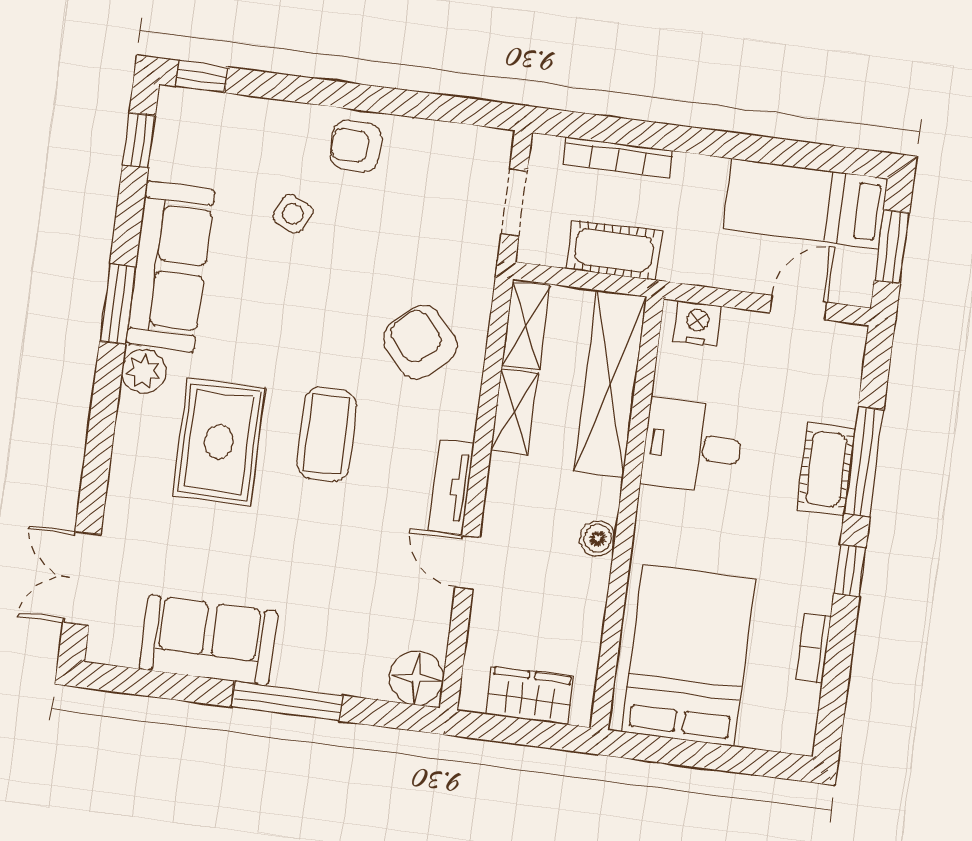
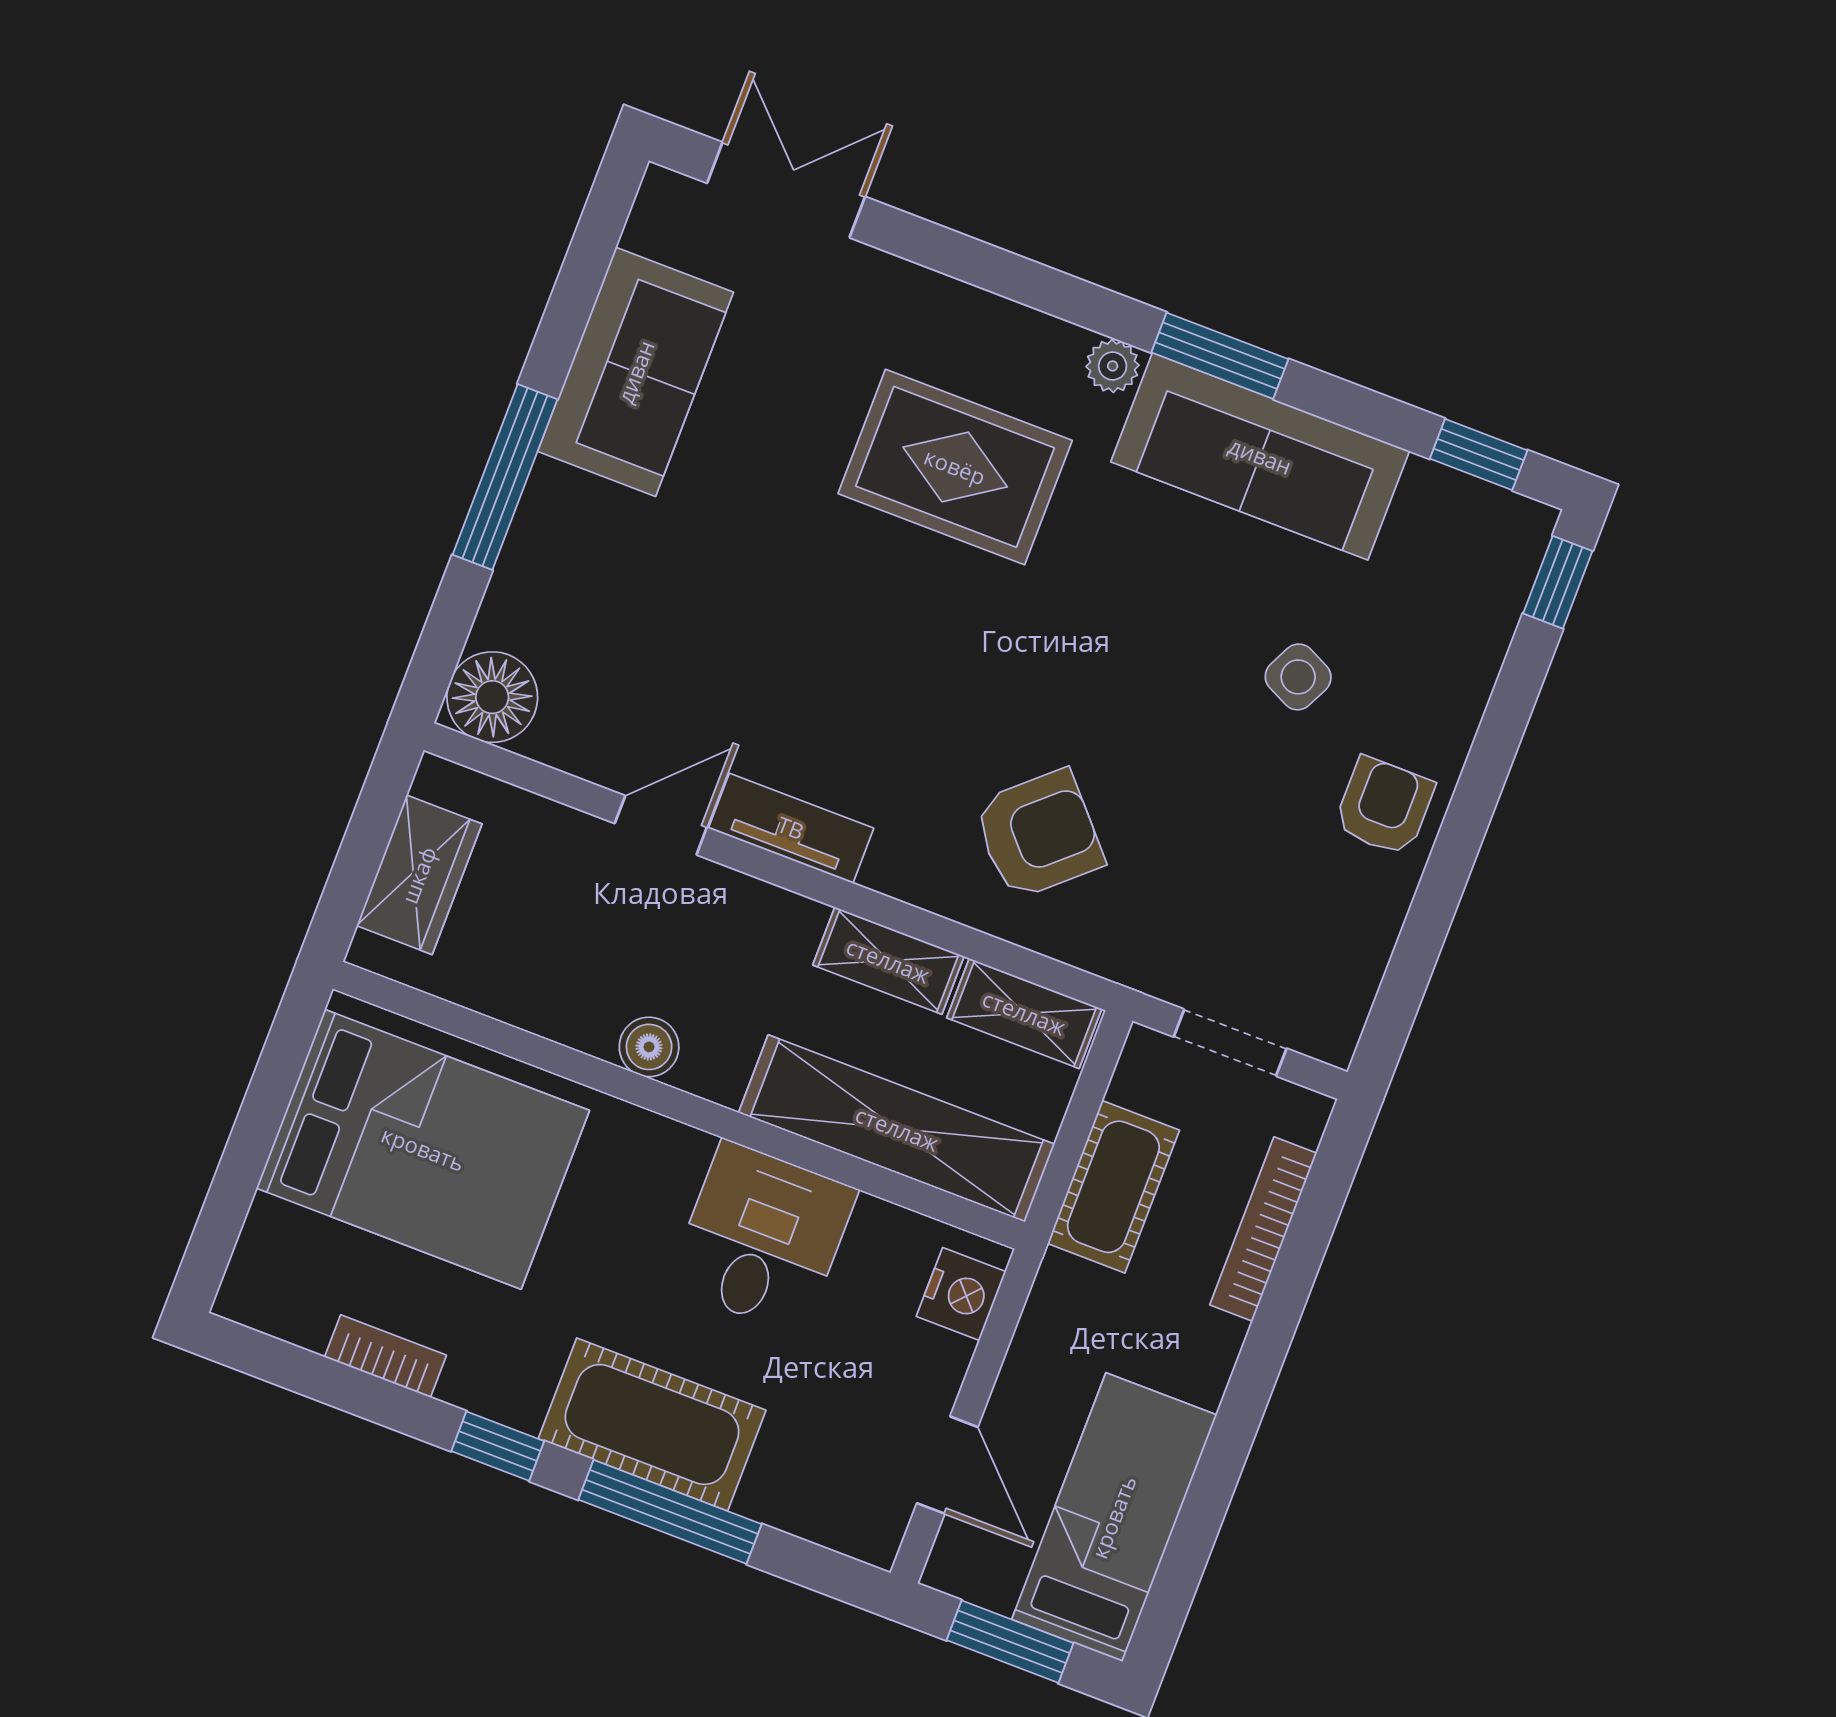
plant: (144, 371) -> (1113, 366), width x0.73, depth x0.73
coffee table: (327, 434) -> (925, 646), removed
cot: (826, 469) -> (652, 1424), width x1.37, depth x1.34

